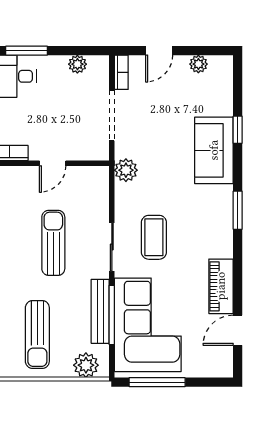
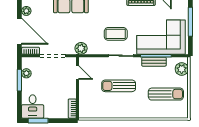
window: (27, 51) -> (19, 80), moved
door: (159, 51) -> (19, 31), width x1.88
door: (53, 163) -> (77, 73), moved
bench: (100, 311) -> (154, 62), width x0.73
window: (157, 382) -> (190, 22), moved

